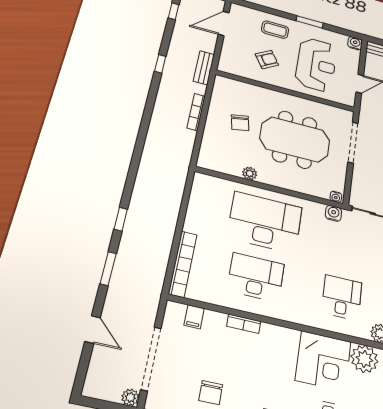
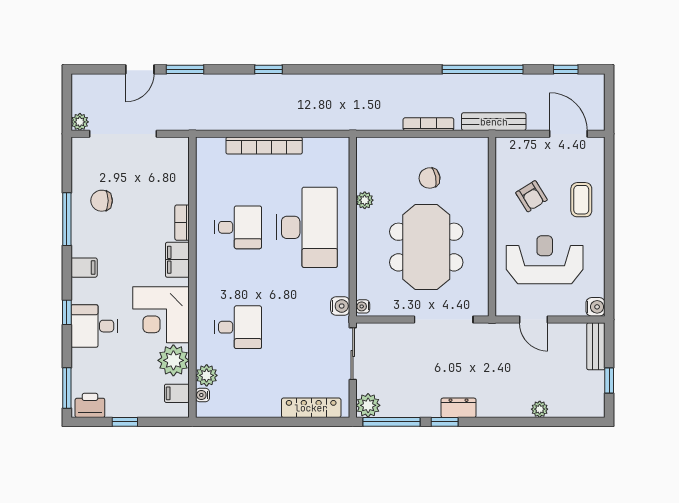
window: (310, 22) -> (609, 243), removed
window: (160, 64) -> (483, 69), width x3.17
reception desk: (316, 65) -> (545, 260), turned 180
bench: (204, 68) -> (494, 122), width x1.36
bookcase: (183, 264) -> (264, 146), moved
window: (108, 269) -> (185, 69), moved
desk: (256, 277) -> (238, 227), width x0.73
filing cabinet: (194, 317) -> (177, 260), moved, width x2.00

